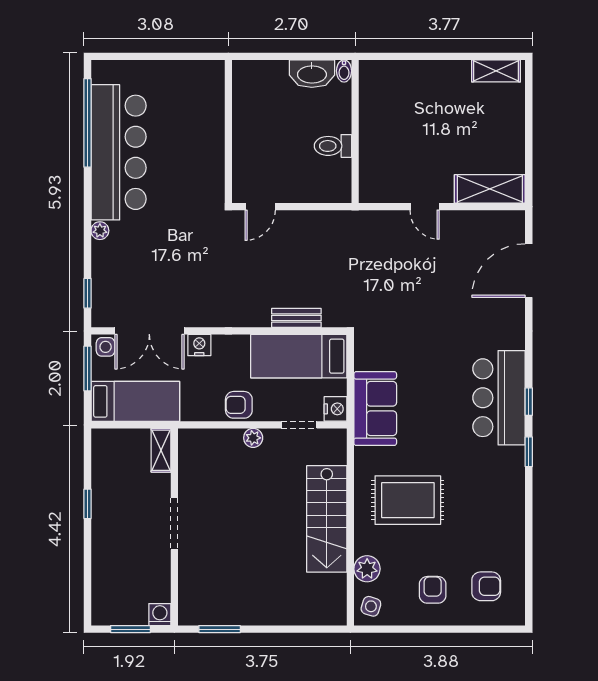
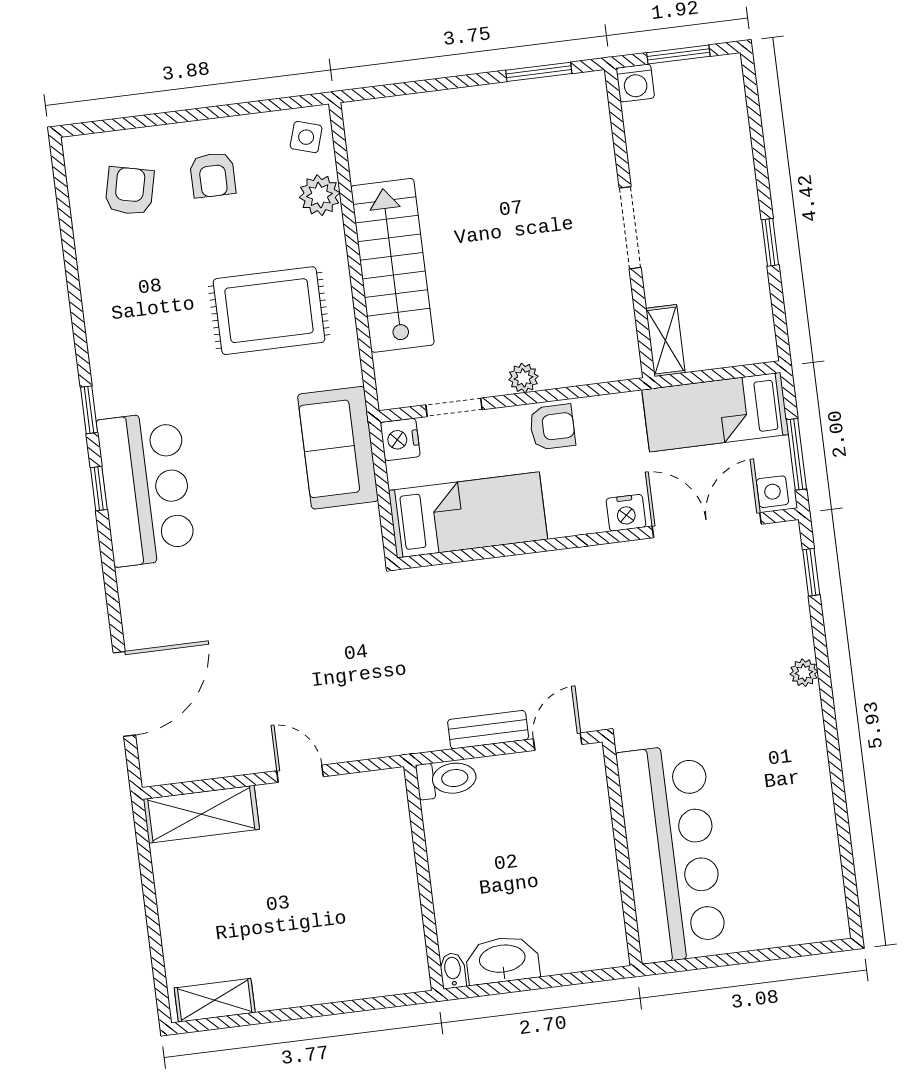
window: (87, 123) -> (844, 839), removed
toilet: (333, 146) -> (447, 779), moved
bar counter: (119, 152) -> (672, 853), moved, turned 180
bench: (296, 318) -> (488, 730), moved
armchair: (486, 586) -> (130, 191), turned 103

